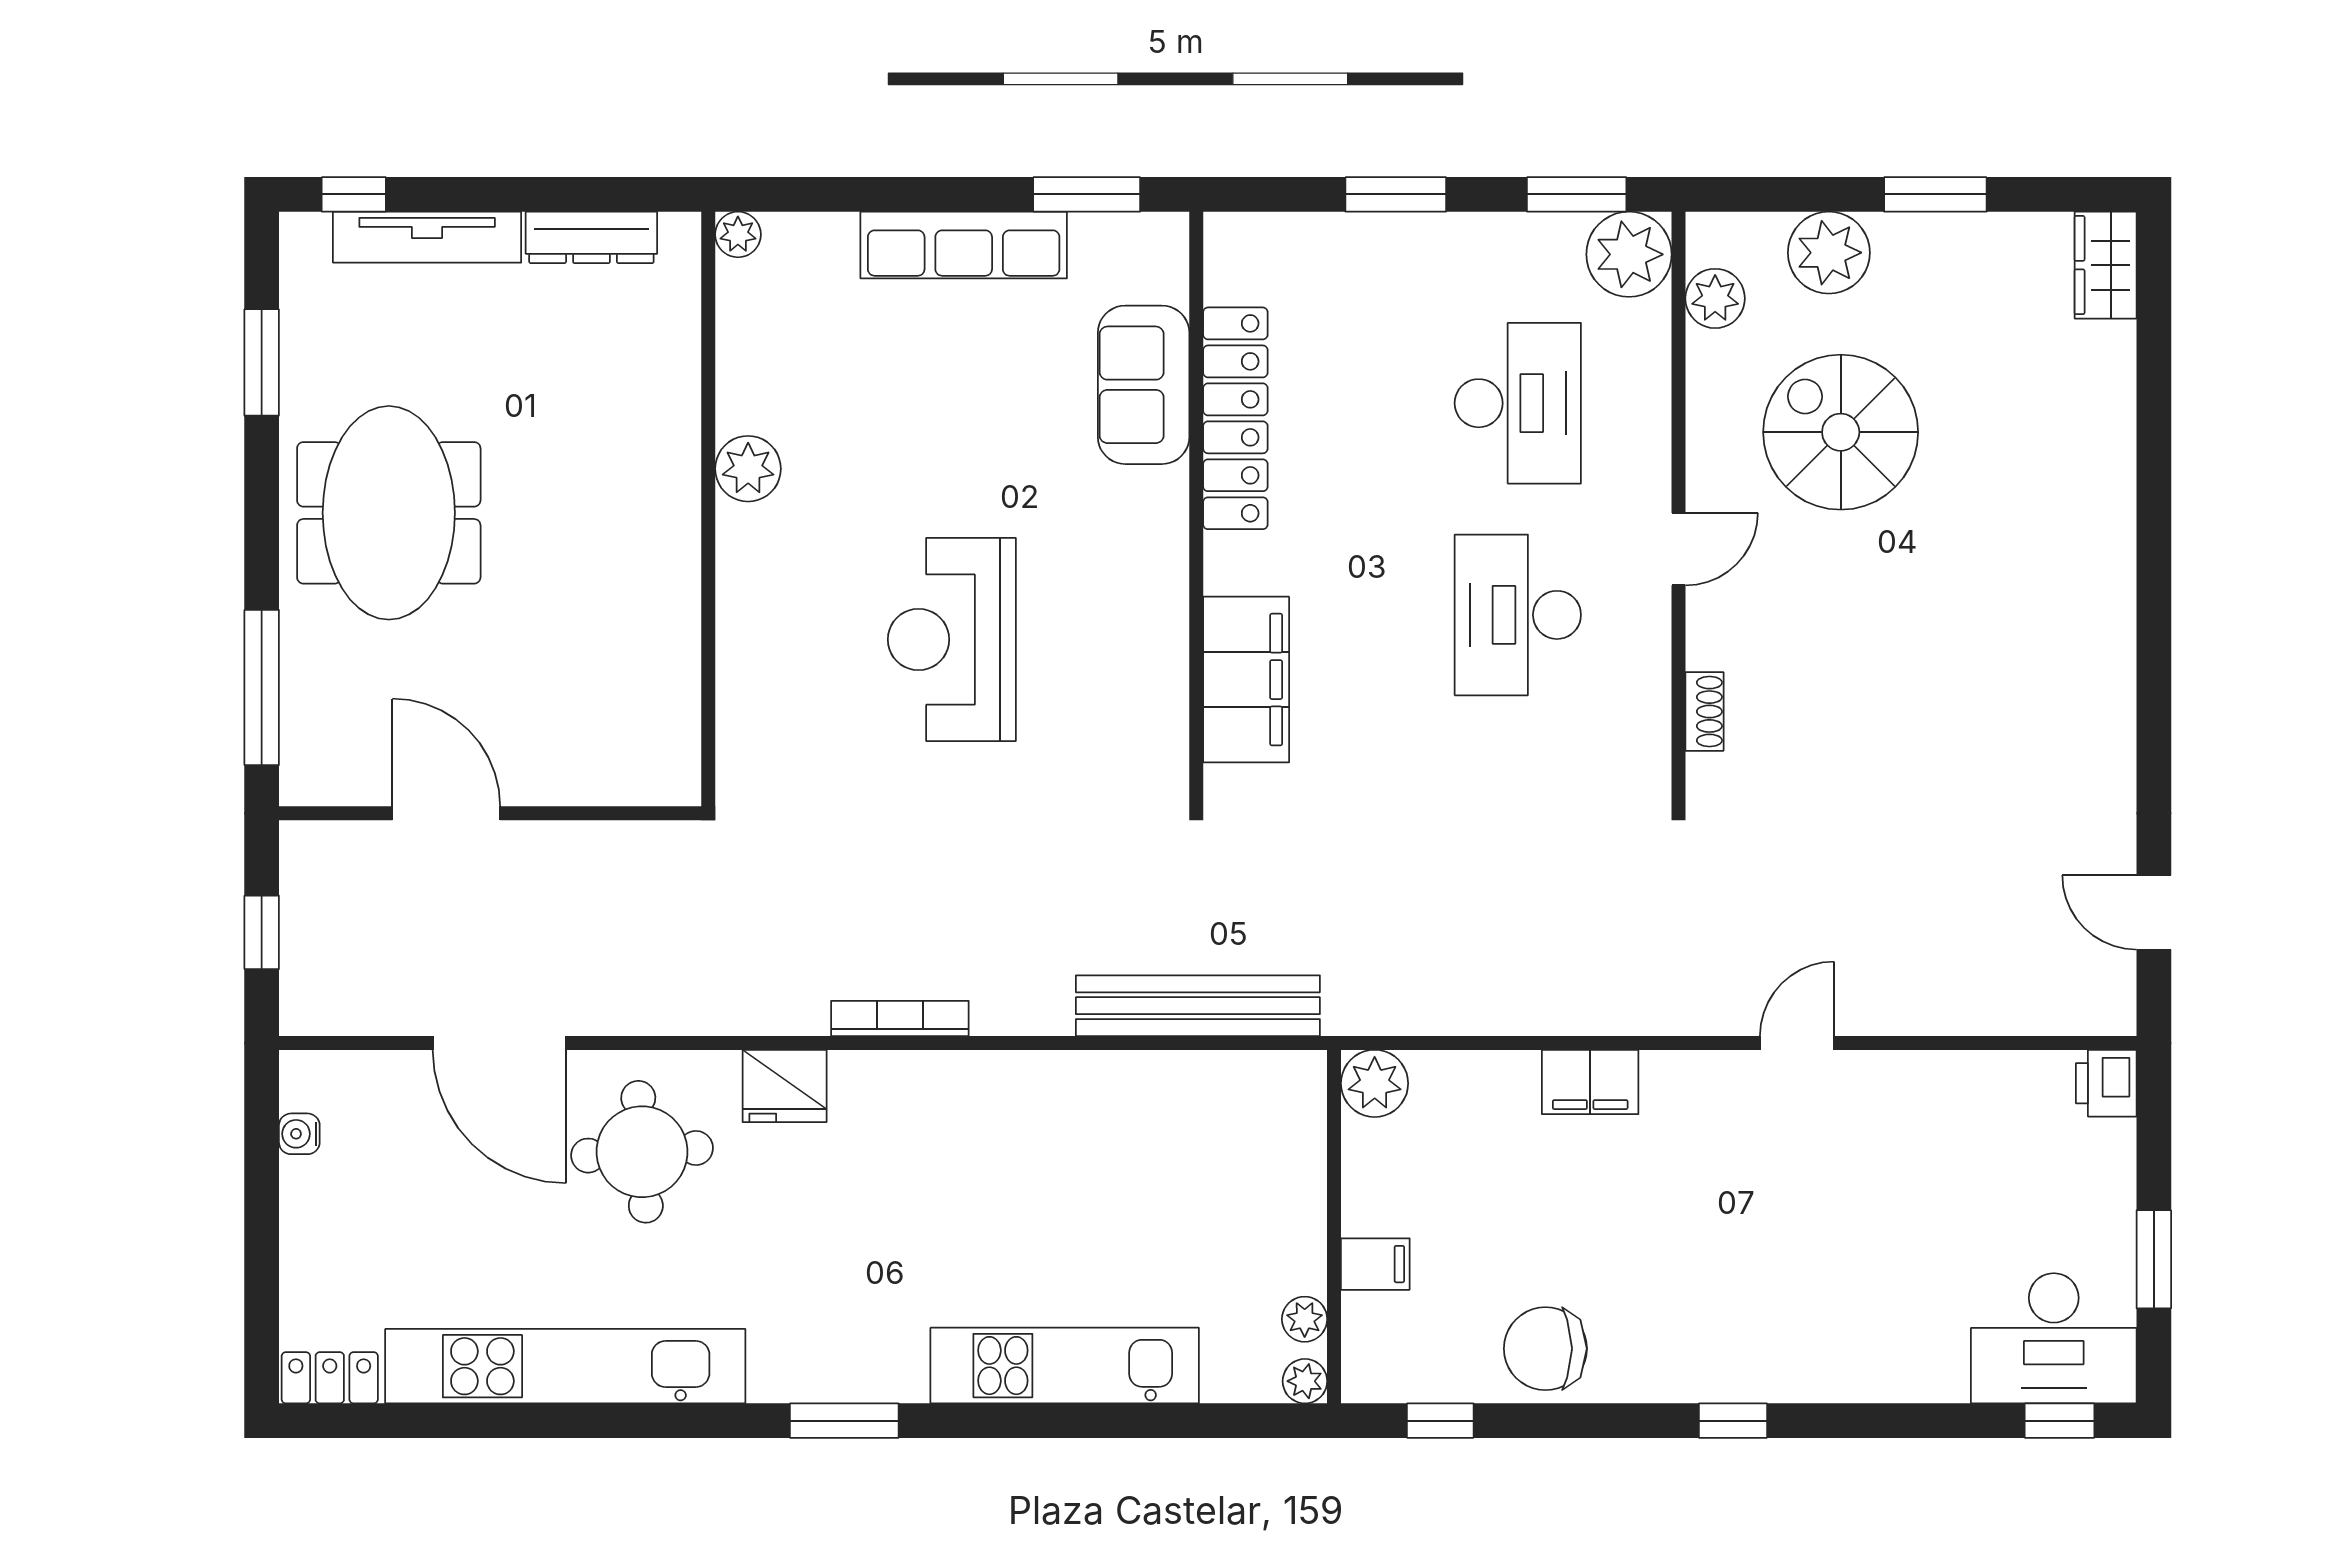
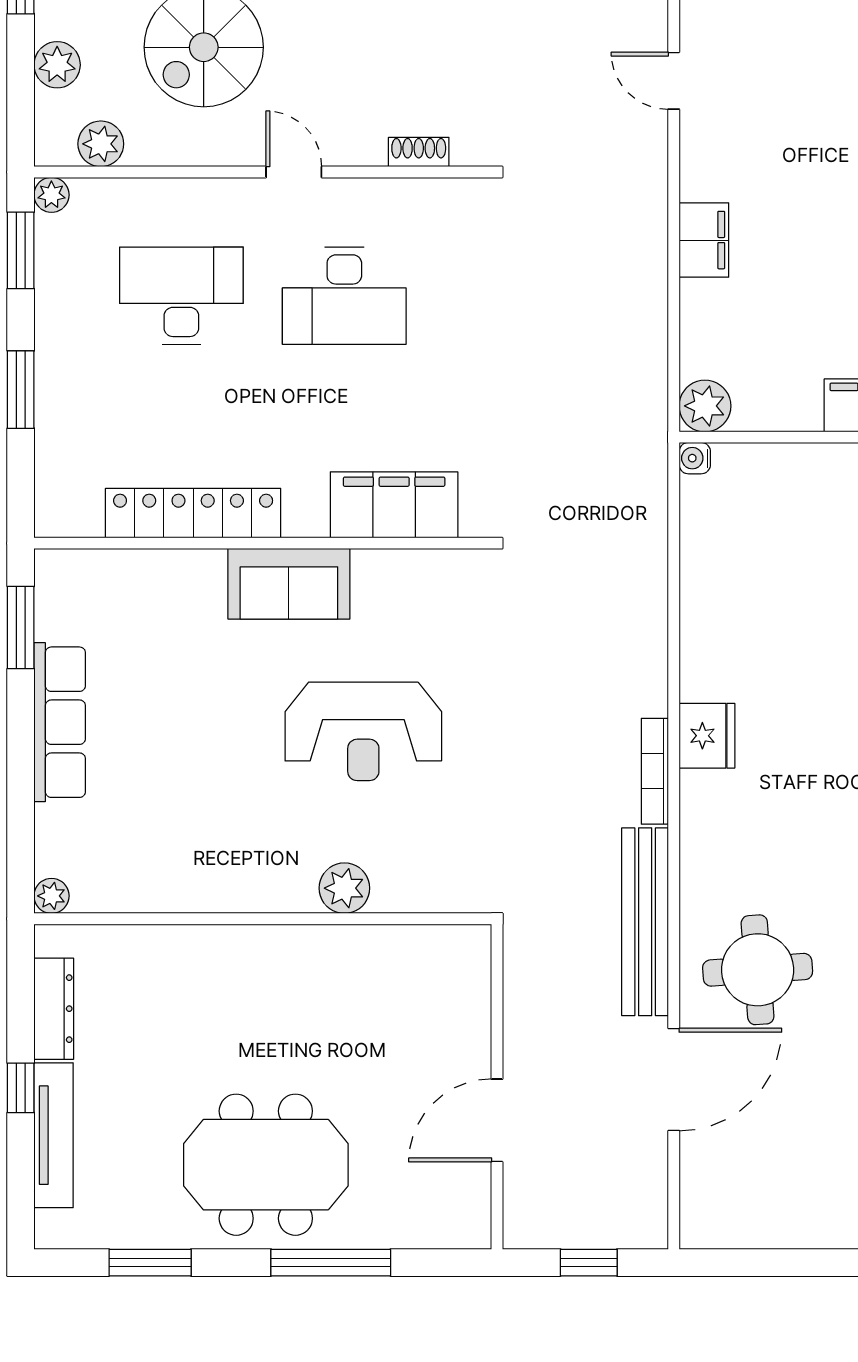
window: (354, 194) -> (21, 1088), moved
plant: (1829, 253) -> (57, 65), width x0.73, depth x0.73
plant: (1629, 254) -> (51, 195), width x0.53, depth x0.53
sofa: (1144, 385) -> (289, 584), moved
plant: (748, 469) -> (344, 888), moved
window: (262, 687) -> (331, 1263), moved
bench: (1198, 1006) -> (645, 922), moved
fridge: (785, 1086) -> (707, 736), moved
water cooler: (299, 1134) -> (695, 458), moved, turned 90

